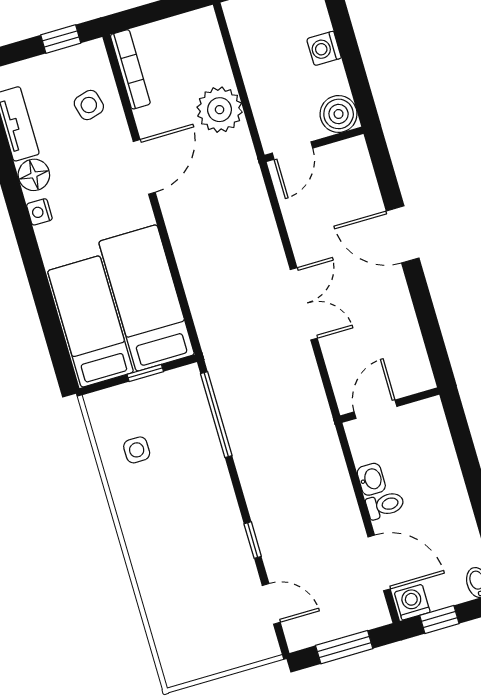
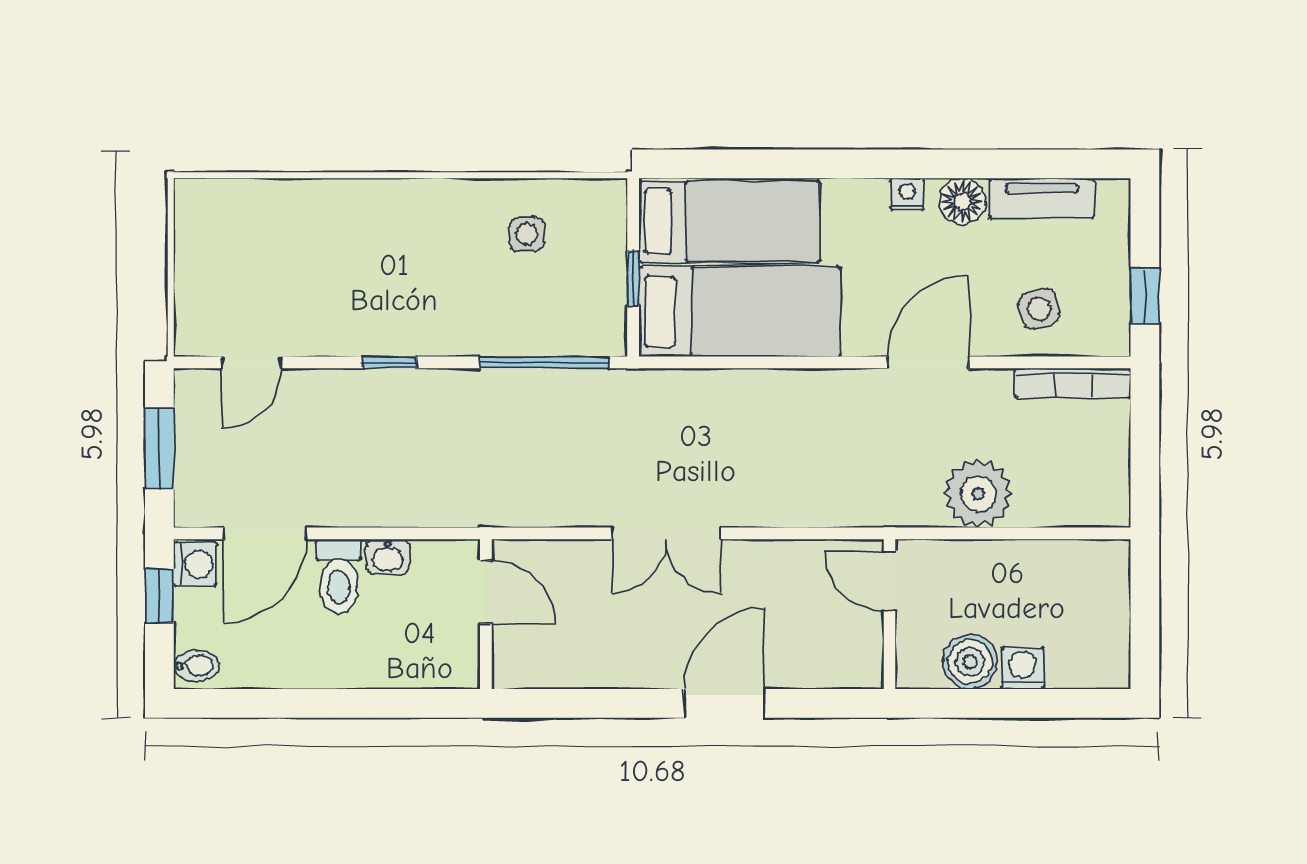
boiler: (339, 114) -> (970, 662), moved
door: (144, 167) -> (928, 362), swing flipped
toilet: (385, 505) -> (339, 577), width x1.37, depth x1.39
window: (253, 540) -> (390, 362), moved

